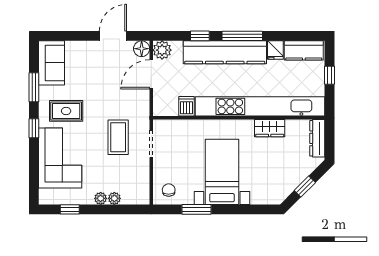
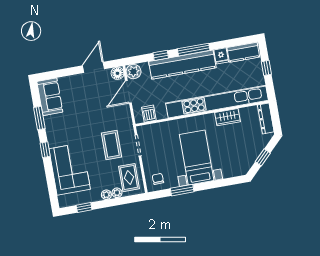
dishwasher: (186, 106) -> (149, 114), moved
rug: (66, 111) -> (129, 178), moved, turned 90

